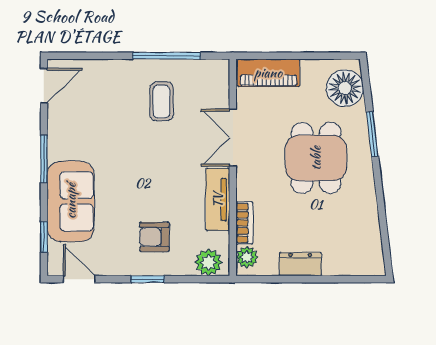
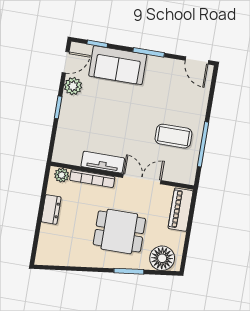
coffee table: (162, 101) -> (173, 136), width x1.36, depth x1.30
bookcase: (244, 223) -> (92, 179), width x1.56
armchair: (154, 237) -> (85, 116), removed
plant: (209, 262) -> (73, 86), moved

